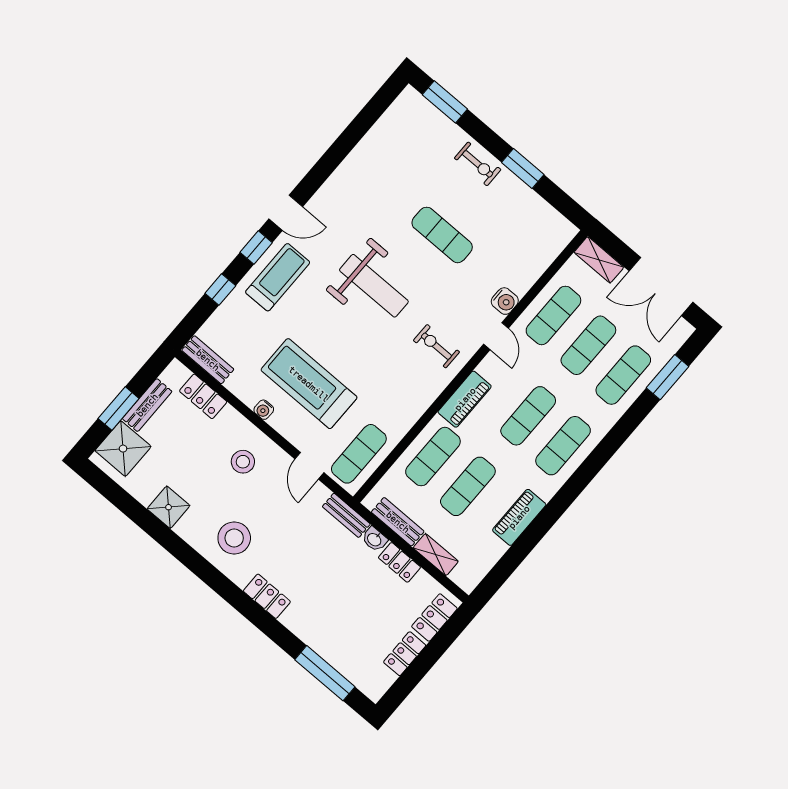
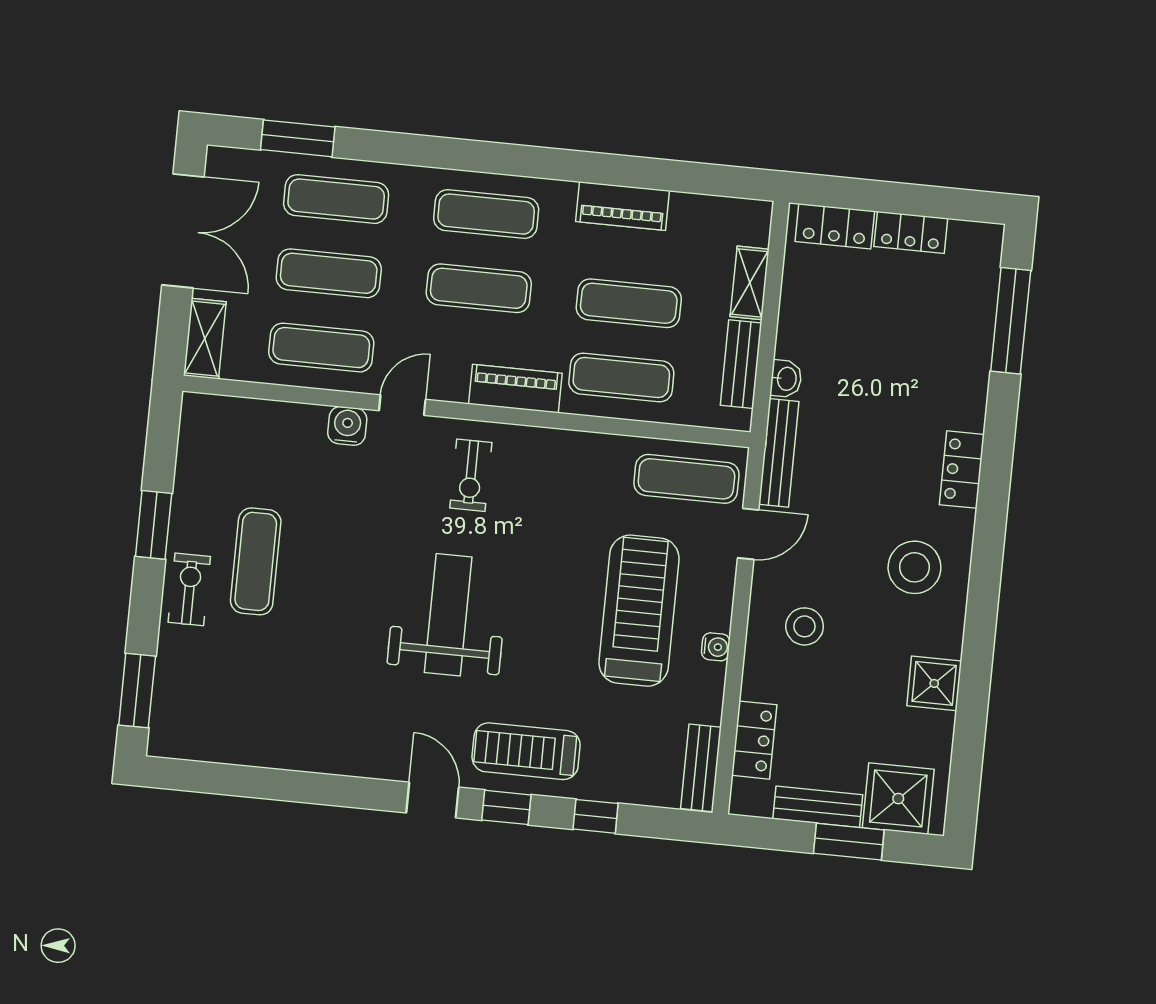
exercise mat: (442, 235) -> (256, 561), moved
treadmill: (309, 384) -> (639, 611), turned 180
bench: (346, 515) -> (779, 453), width x1.36
locker: (399, 562) -> (794, 324), removed

